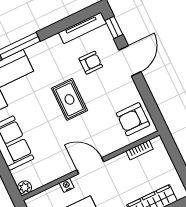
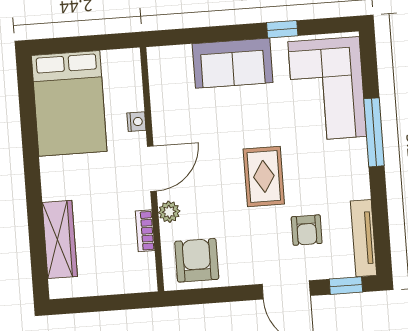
rug: (69, 99) -> (264, 176), turned 90
bookcase: (140, 150) -> (145, 231), moved
plant: (25, 188) -> (169, 212), moved

